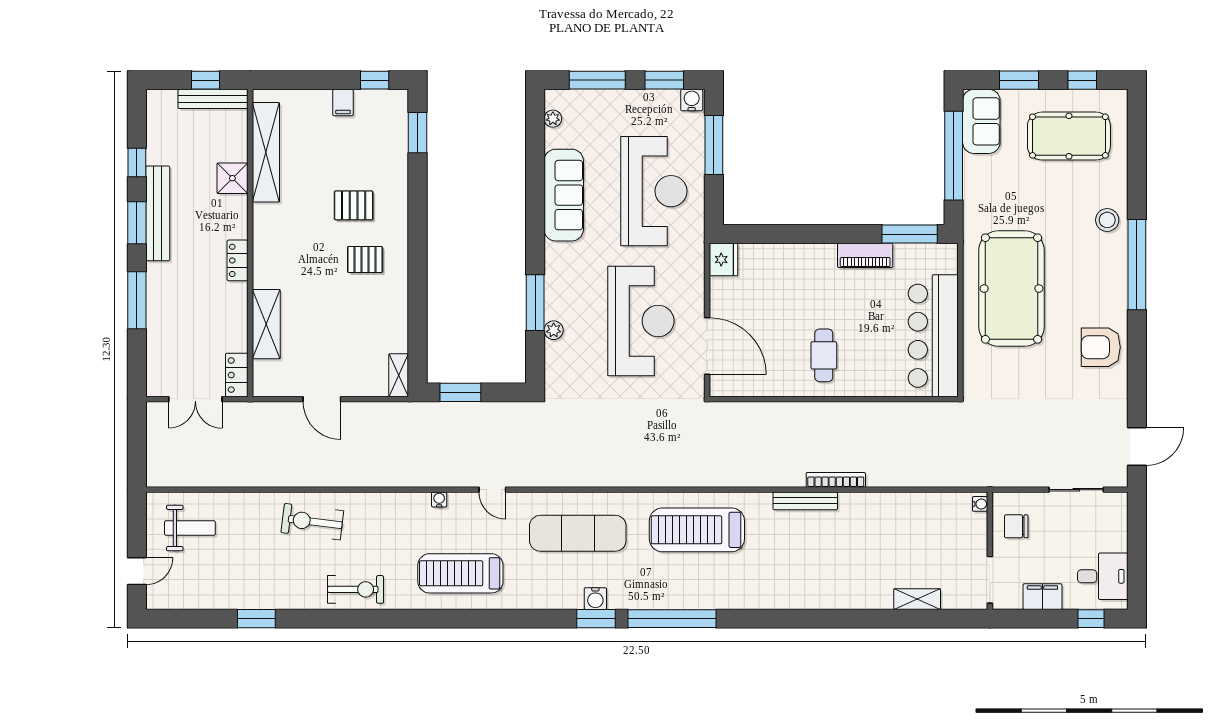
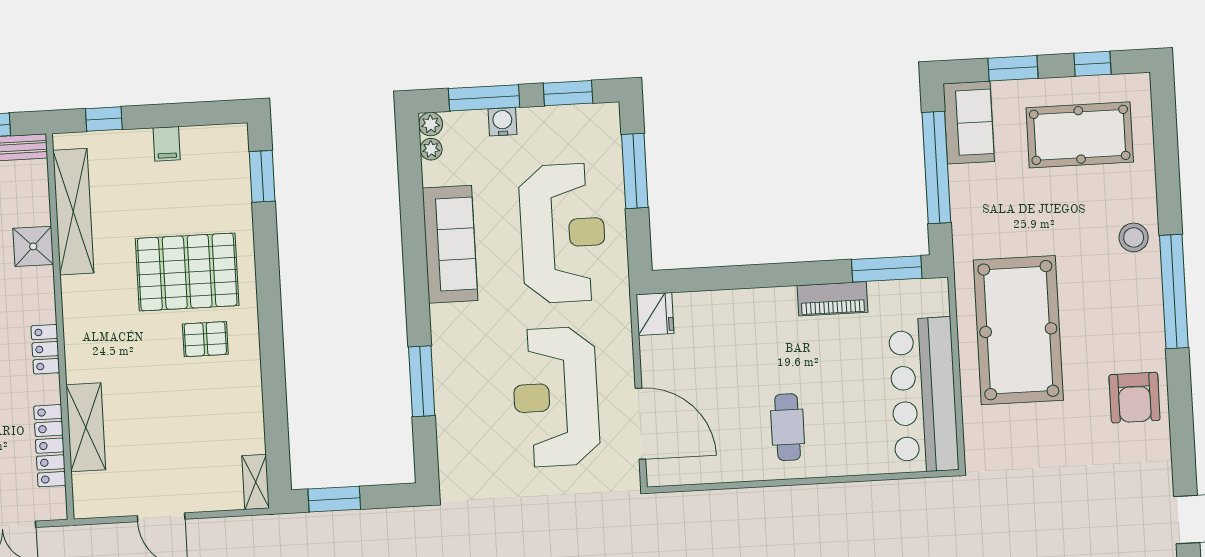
window: (375, 80) -> (104, 119), moved
water cooler: (692, 100) -> (502, 122), moved
pallet: (354, 205) -> (187, 272), width x2.05, depth x2.00
reception desk: (641, 321) -> (556, 397), turned 180
plant: (554, 330) -> (431, 124), moved
armchair: (1101, 347) -> (1134, 398), turned -90
locker: (237, 375) -> (50, 446), moved, width x1.53

